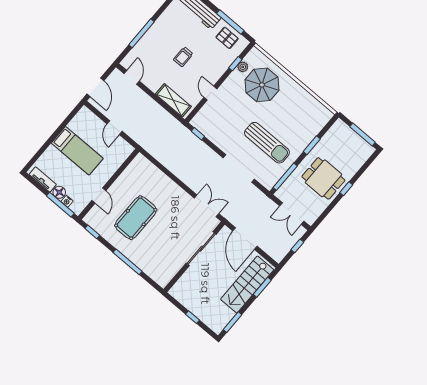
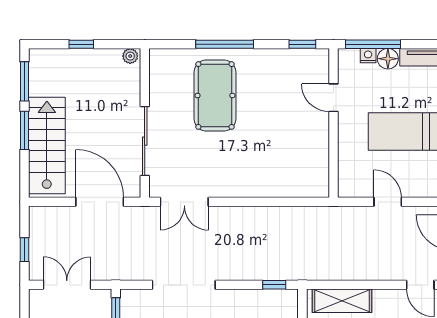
pool table: (136, 218) -> (215, 95), moved
window: (262, 287) -> (24, 130), moved
plant: (175, 293) -> (130, 56), added

